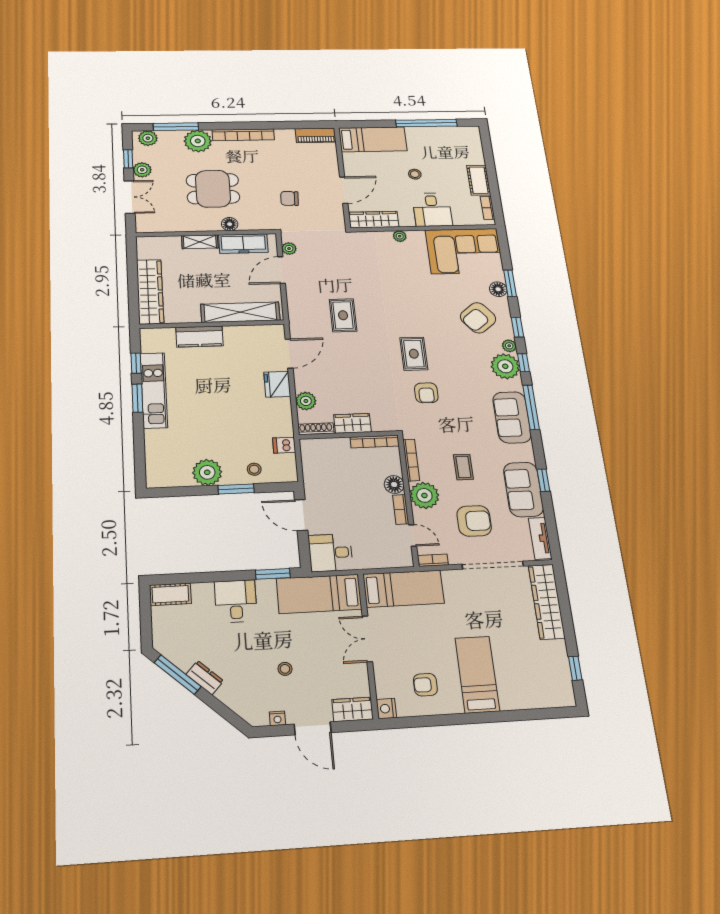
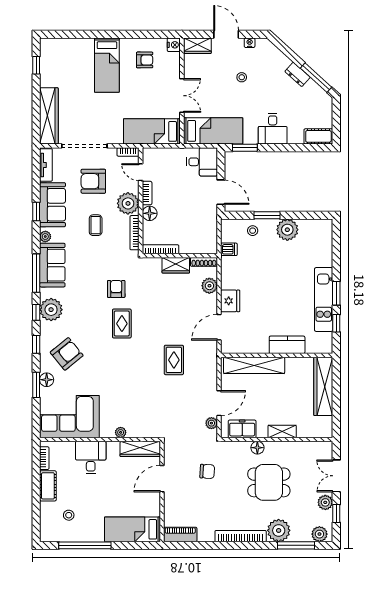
stool: (415, 174) -> (69, 515), moved
freezer: (243, 244) -> (242, 429), width x0.71
plant: (509, 346) -> (45, 237), moved

